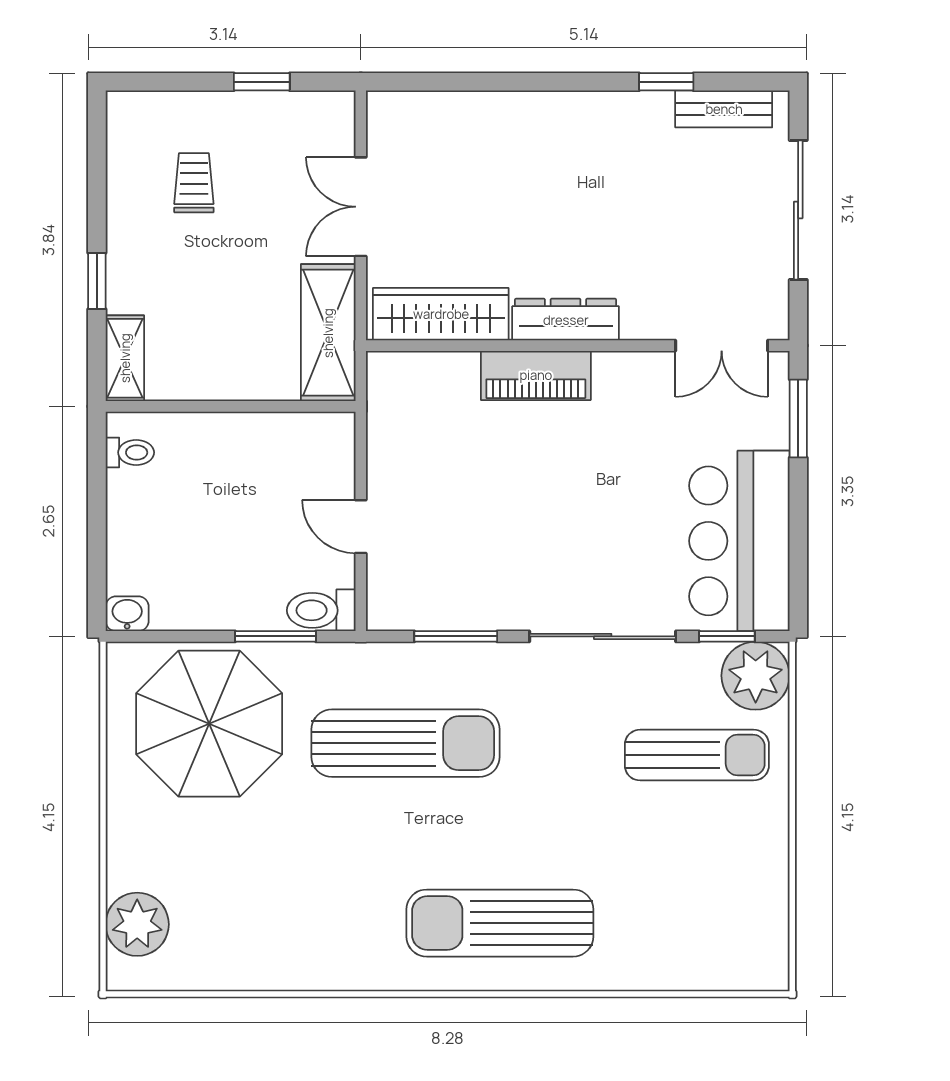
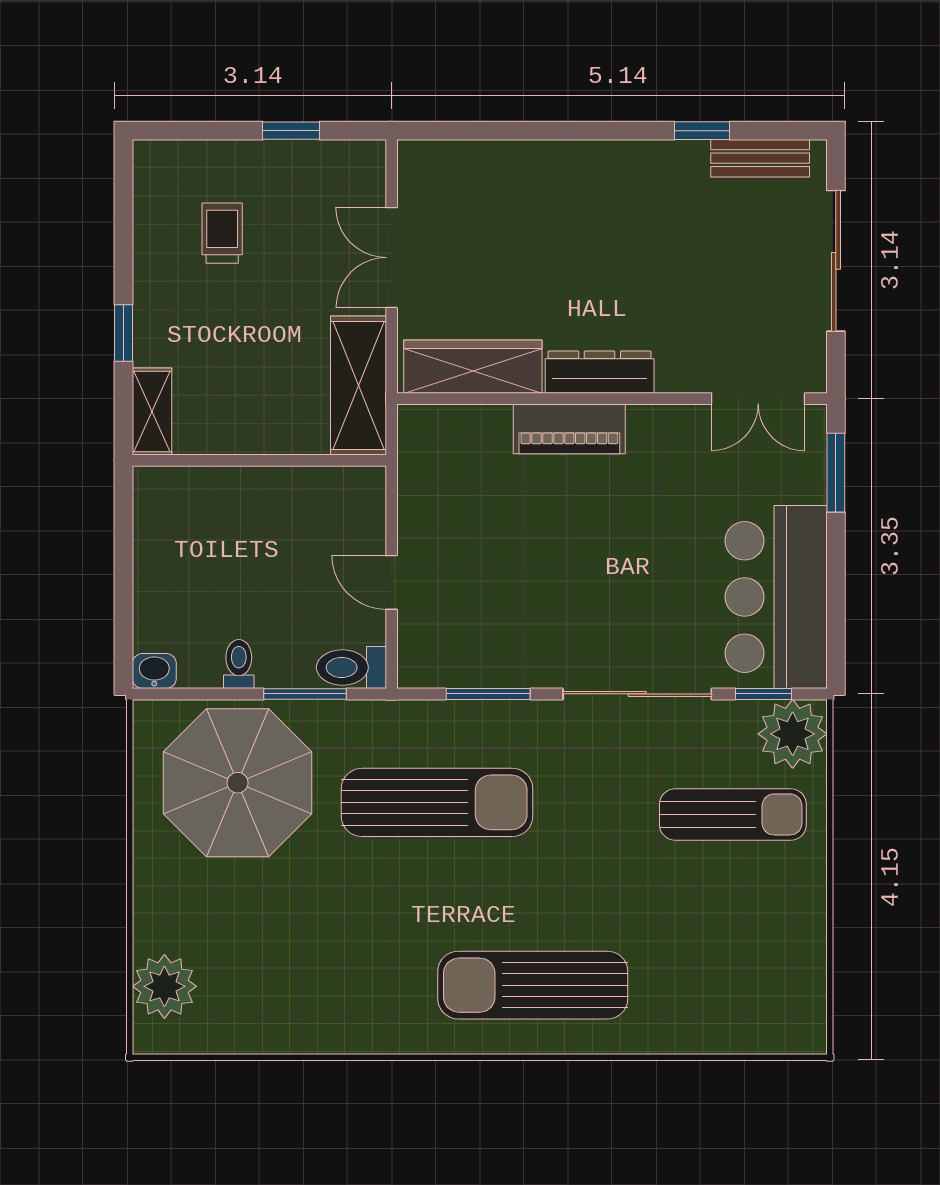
toilet: (130, 452) -> (239, 664), moved, turned -90

